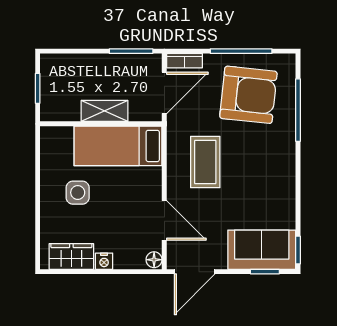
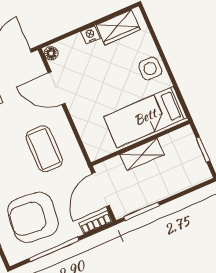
bed: (118, 146) -> (145, 117), moved, turned 180
side table: (78, 193) -> (150, 69), moved

